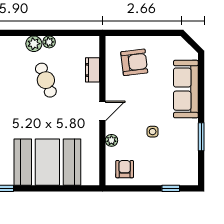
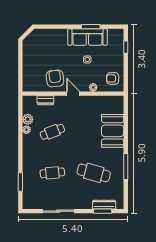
plant: (34, 44) -> (28, 119), moved
armchair: (134, 62) -> (55, 78), moved
sofa: (186, 89) -> (87, 37), moved
booth: (47, 162) -> (113, 131), width x0.73, depth x0.70

